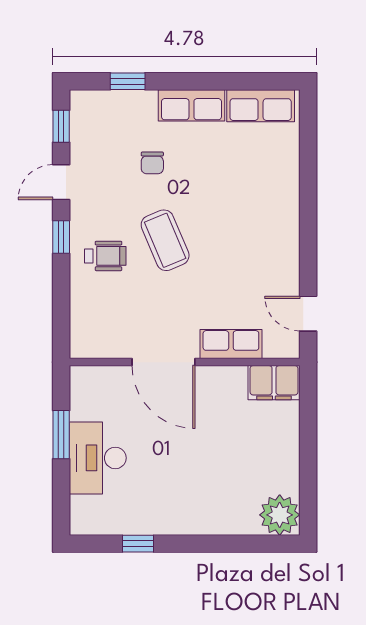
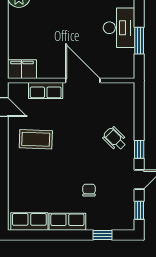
coffee table: (165, 240) -> (36, 139), moved, turned -65
wheelchair: (105, 256) -> (115, 139), turned 45

